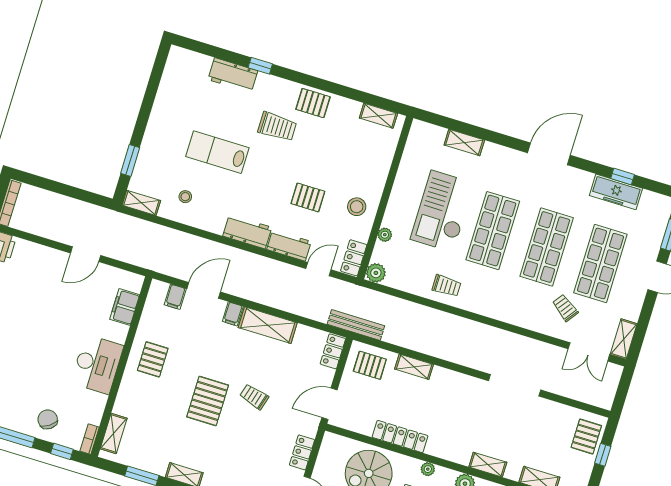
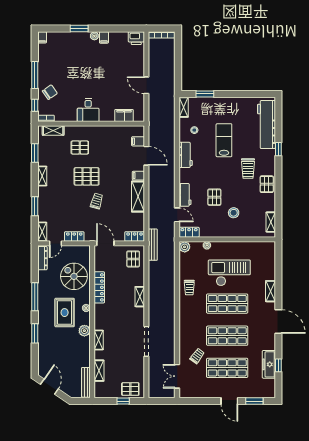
workbench: (233, 75) -> (266, 125), width x1.88, depth x1.32
shelving: (464, 142) -> (270, 291), moved
stool: (357, 207) -> (234, 213), moved
workbench: (247, 232) -> (186, 155), moved
shelving: (624, 339) -> (190, 393), removed
pallet: (153, 359) -> (80, 147), moved
desk: (97, 364) -> (88, 110), width x0.73
shelving: (414, 367) -> (140, 297), moved

